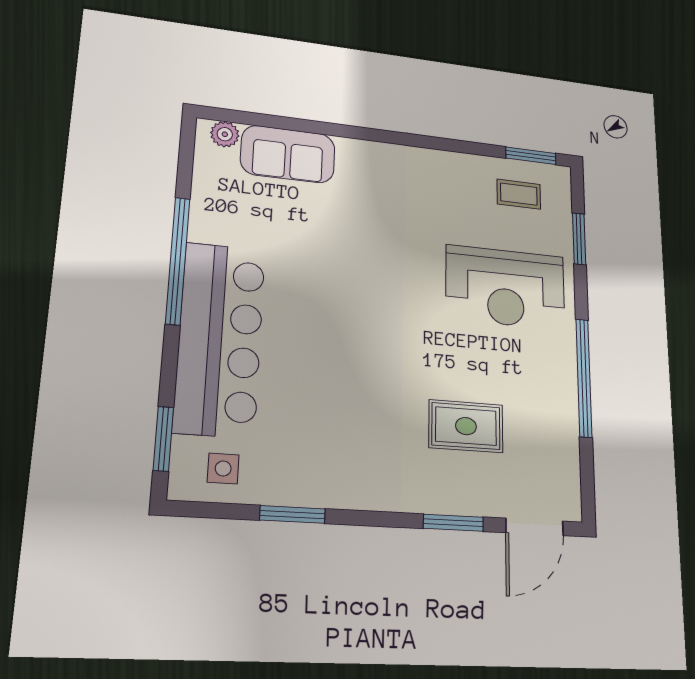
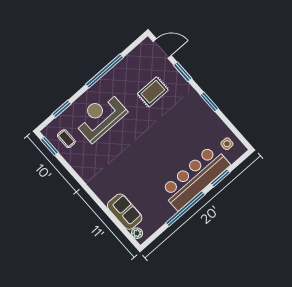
reception desk: (506, 287) -> (100, 117), turned -90
rug: (466, 426) -> (153, 92), turned 90
window: (163, 439) -> (220, 178), moved
window: (293, 514) -> (209, 102), moved

